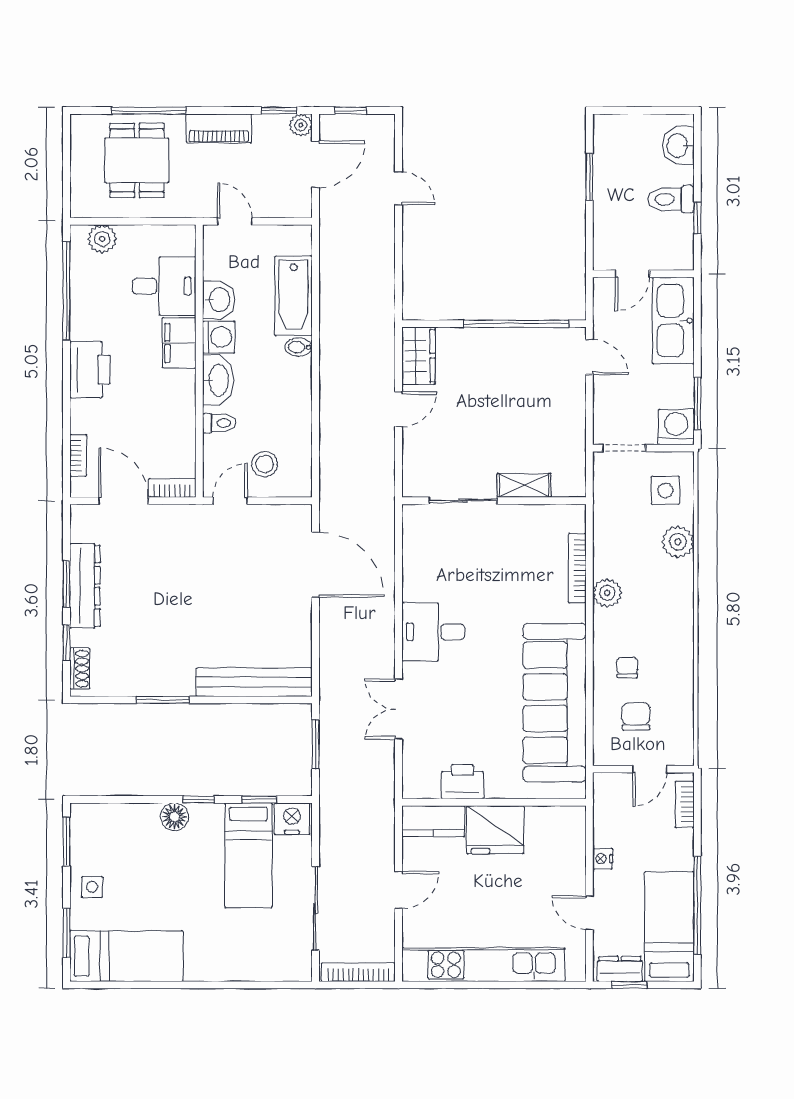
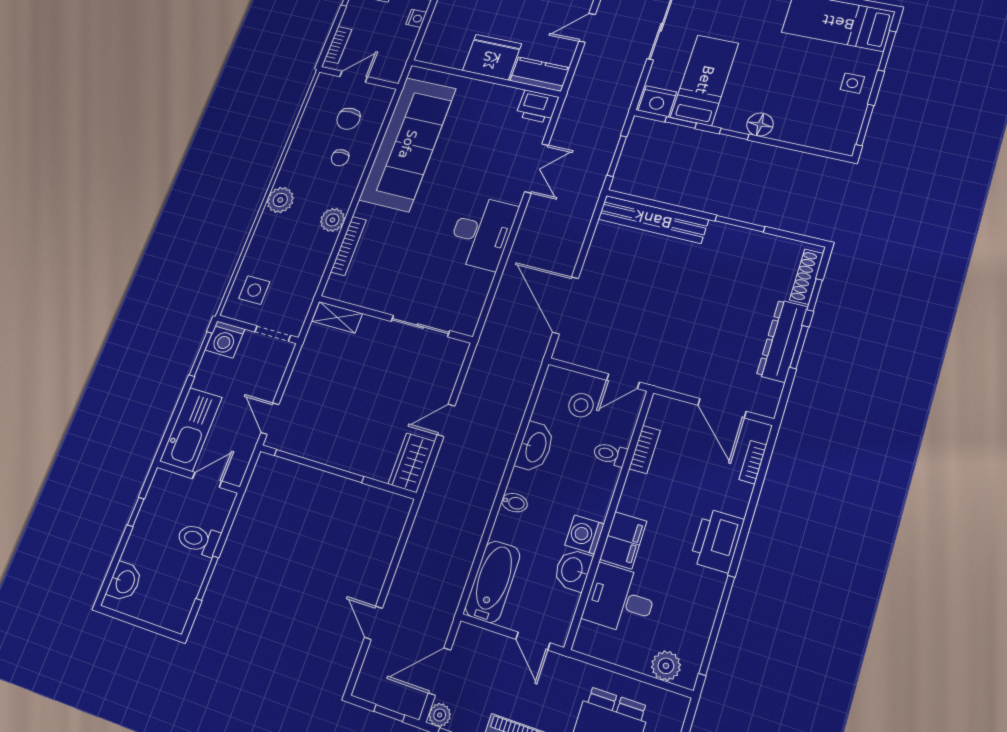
toilet: (671, 199) -> (198, 539), moved, turned 180
bathtub: (293, 296) -> (493, 582), moved
washbasin: (218, 380) -> (535, 447), moved, turned 180
shelving: (524, 485) -> (337, 317), moved
bookcase: (172, 488) -> (645, 450), moved, turned -90
plant: (678, 542) -> (280, 200), moved
desk: (433, 632) -> (482, 233), width x1.37
shoe rack: (80, 669) -> (807, 277), width x1.43
printer: (462, 782) -> (537, 107), moved

